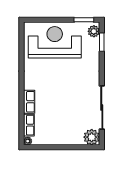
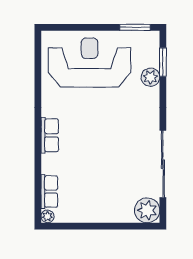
plant: (94, 31) -> (150, 77), moved
row of seats: (29, 102) -> (50, 135), moved

